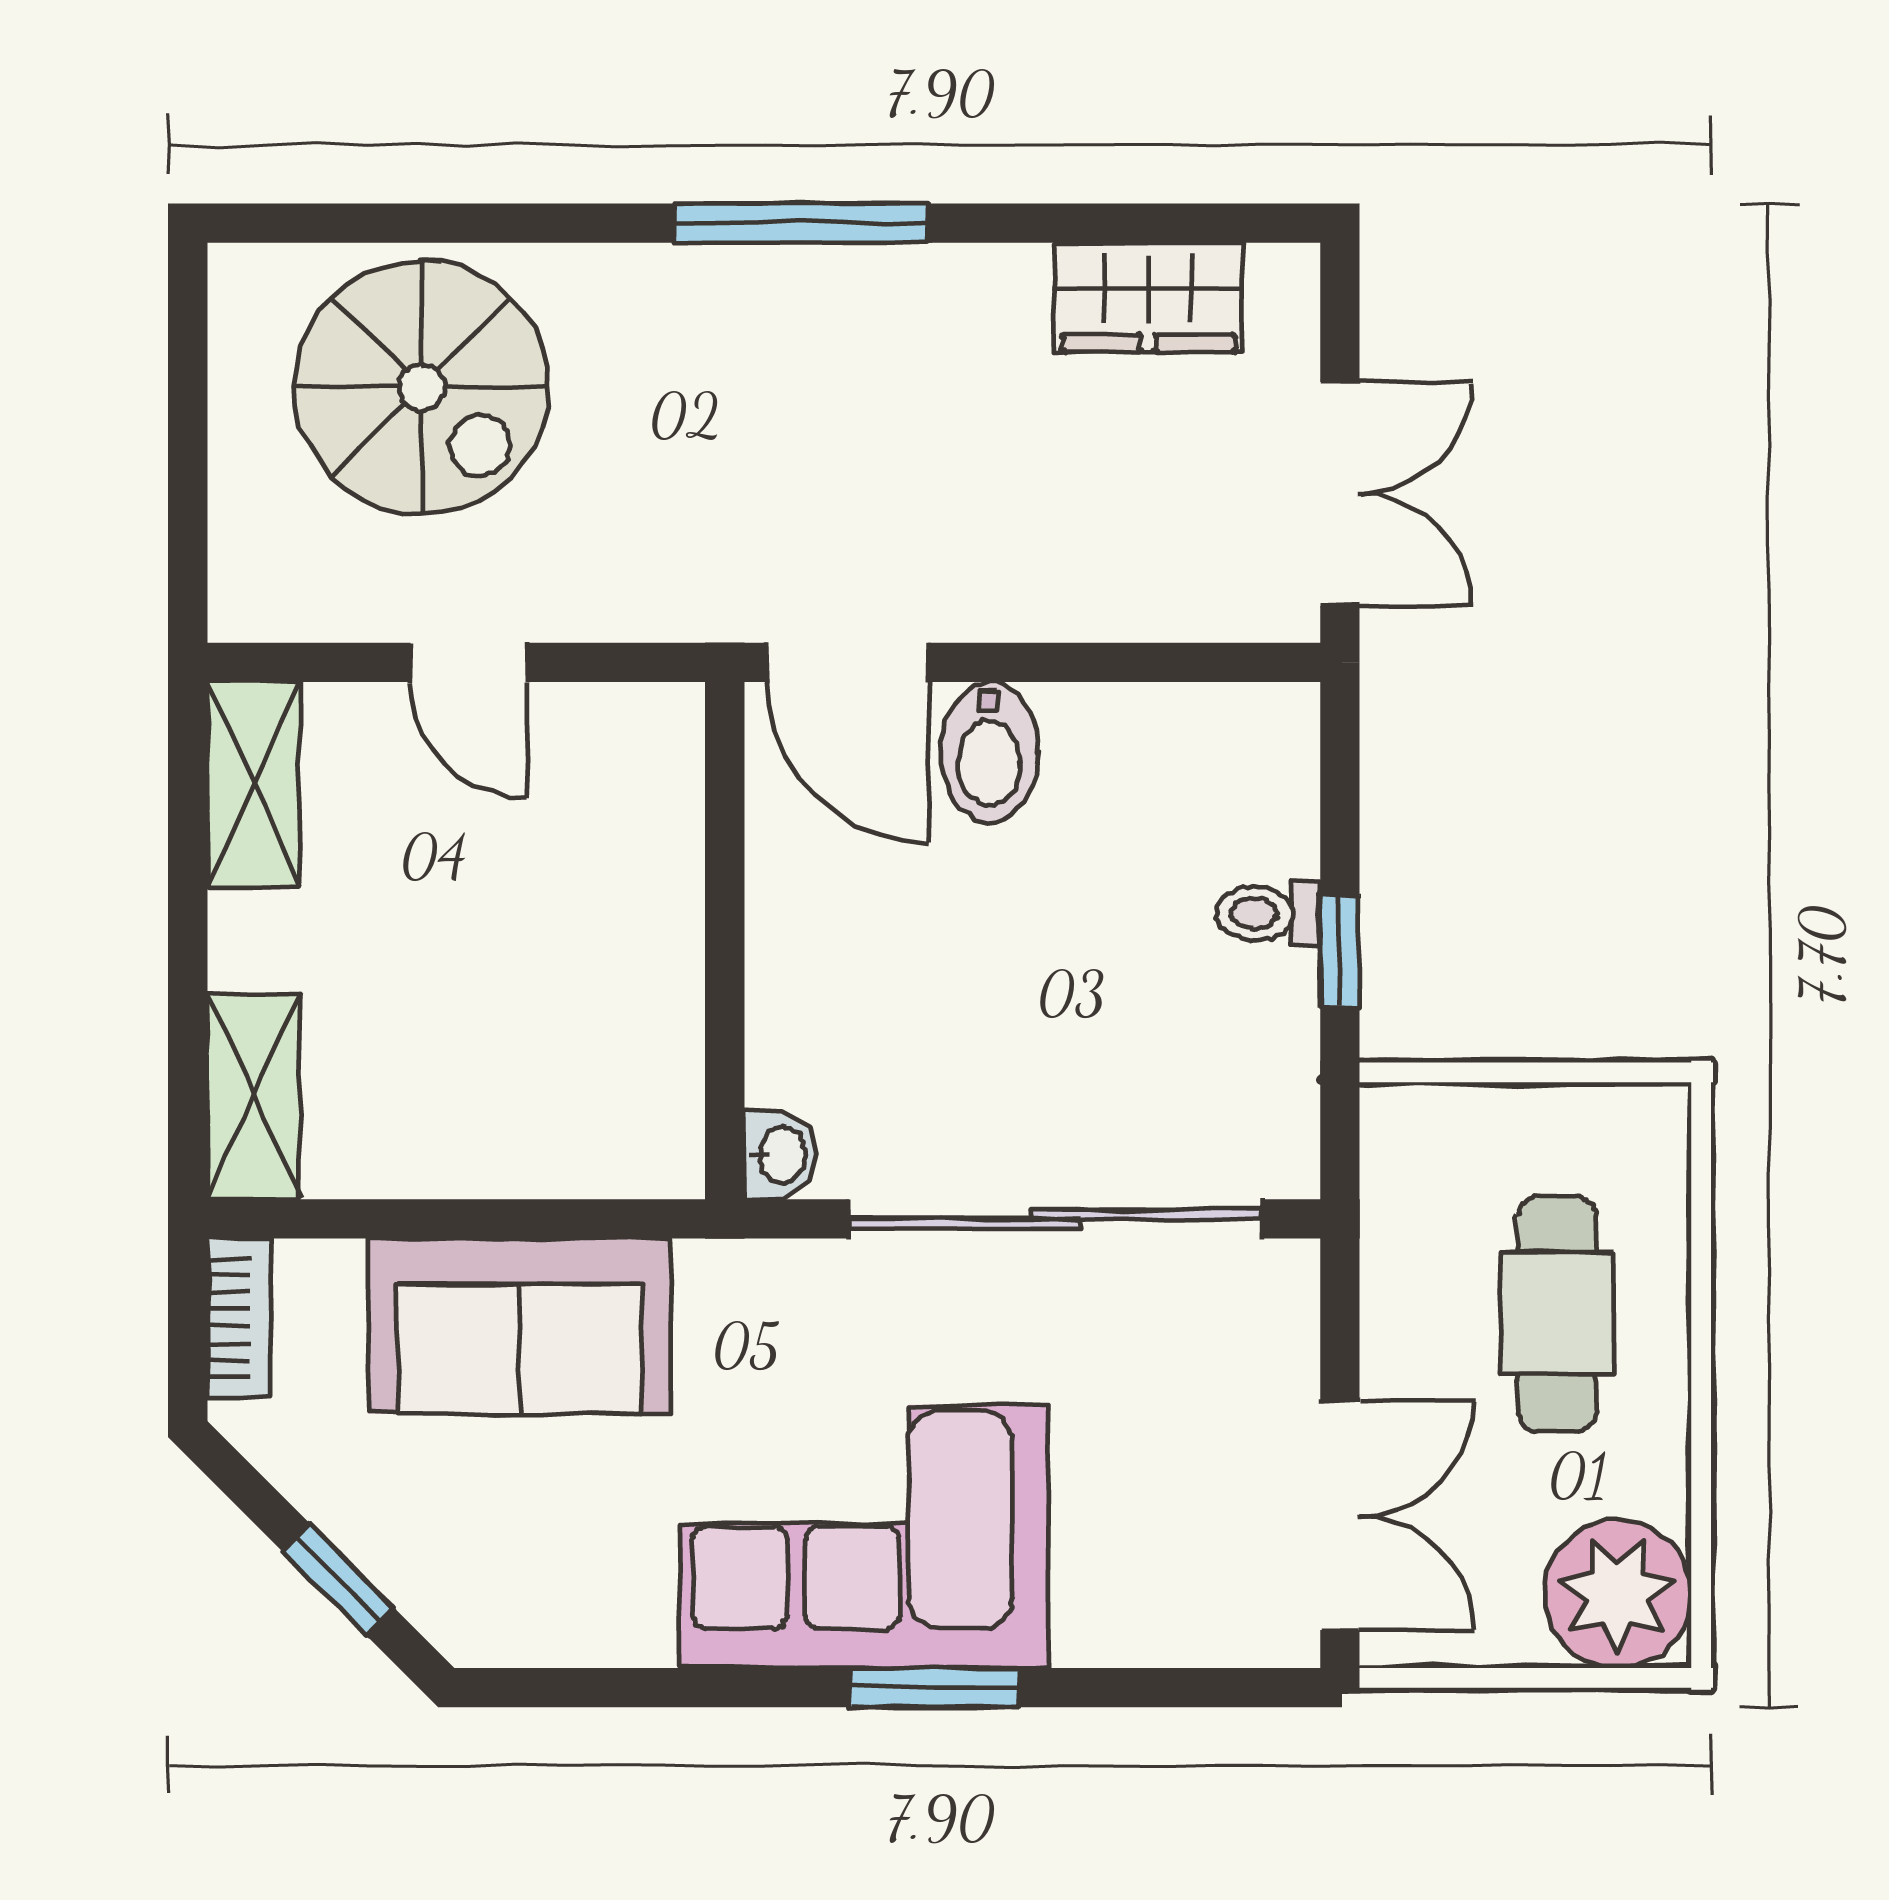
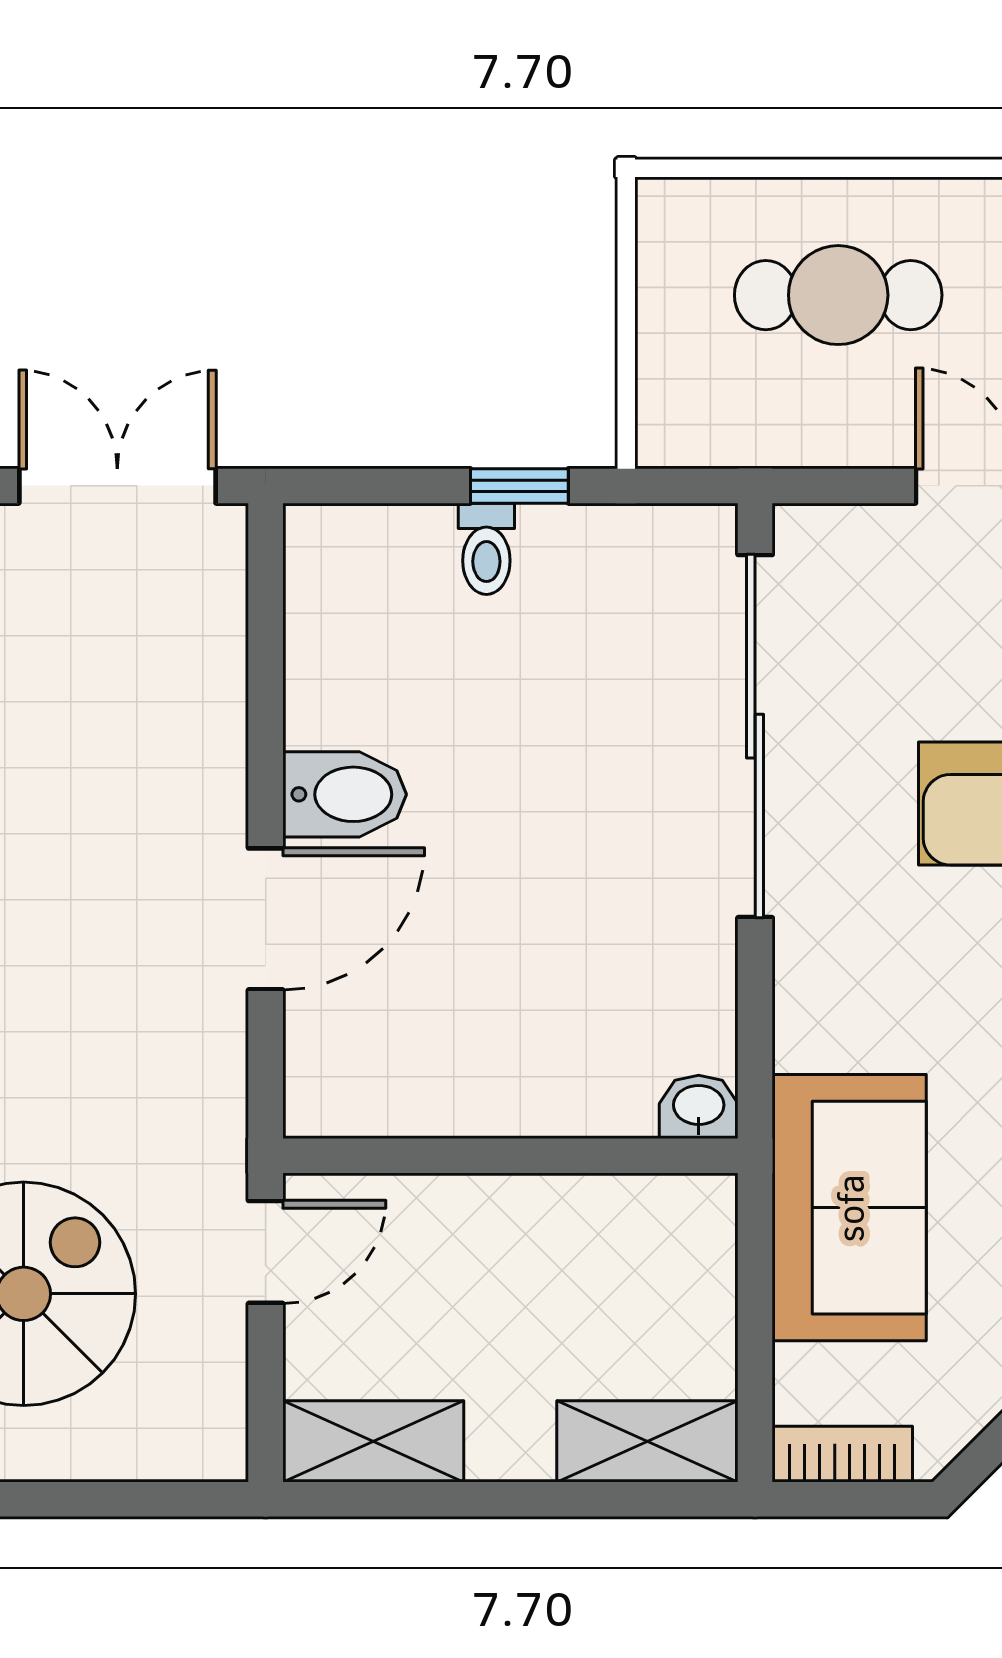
wall: (725, 941) -> (510, 1156), moved
washbasin: (780, 1155) -> (699, 1107), moved

